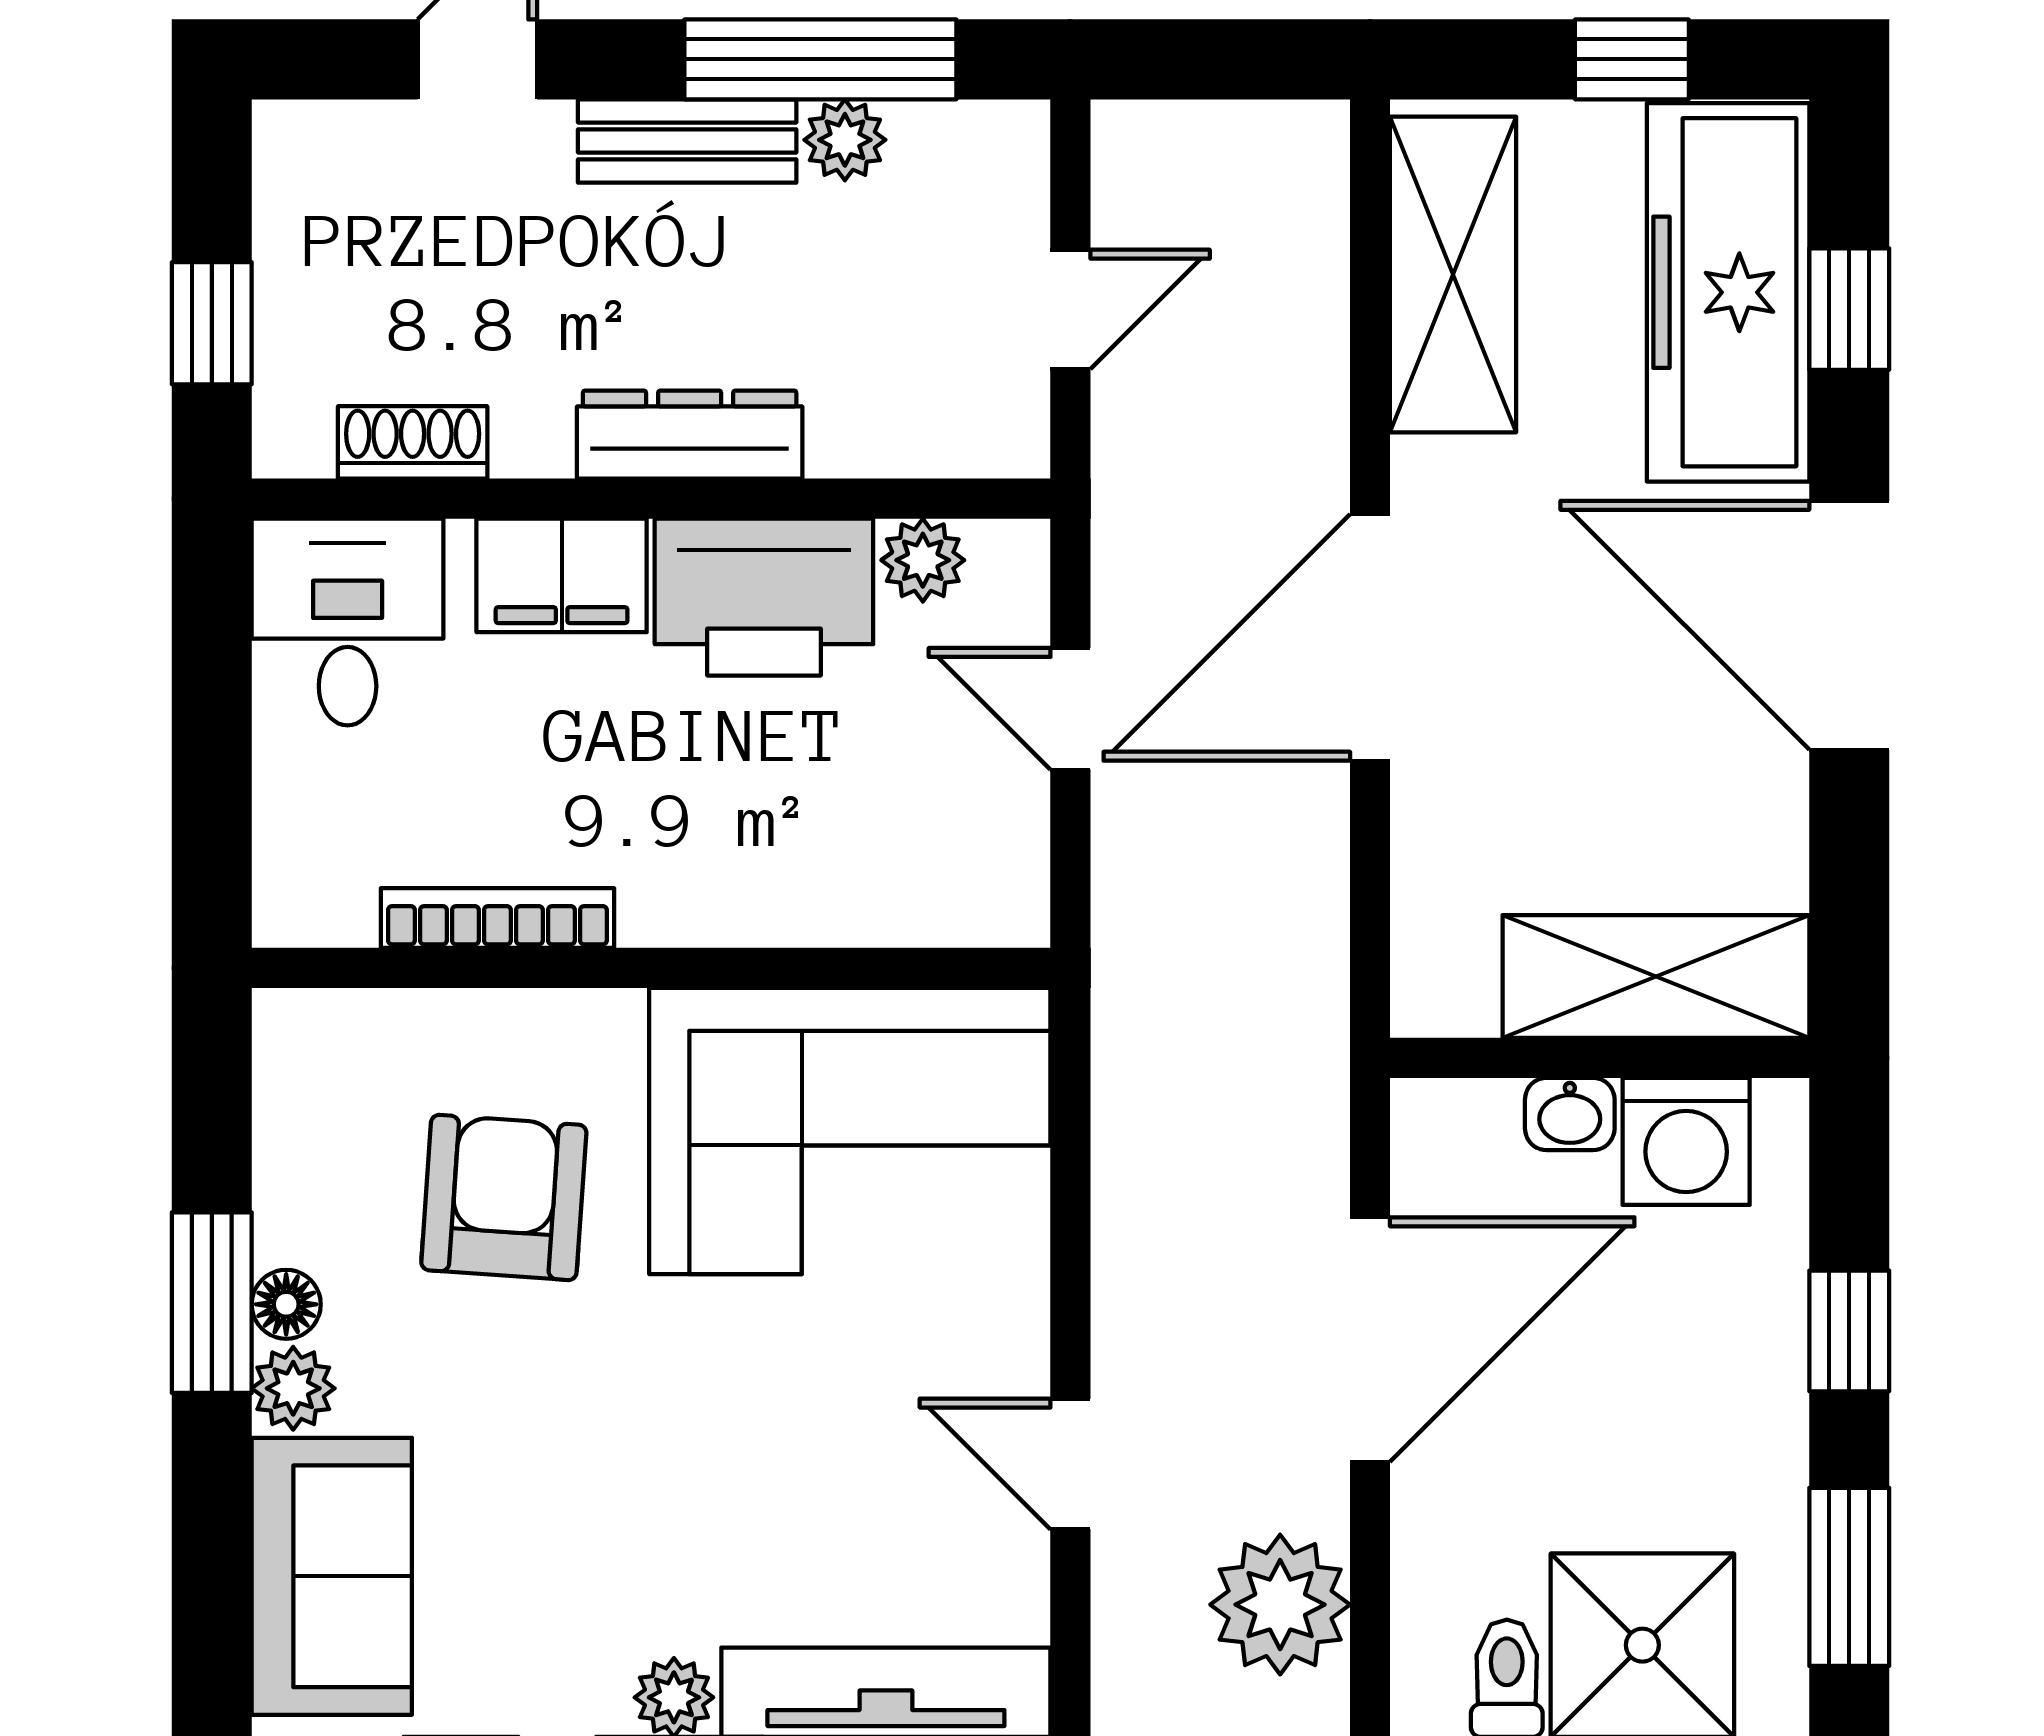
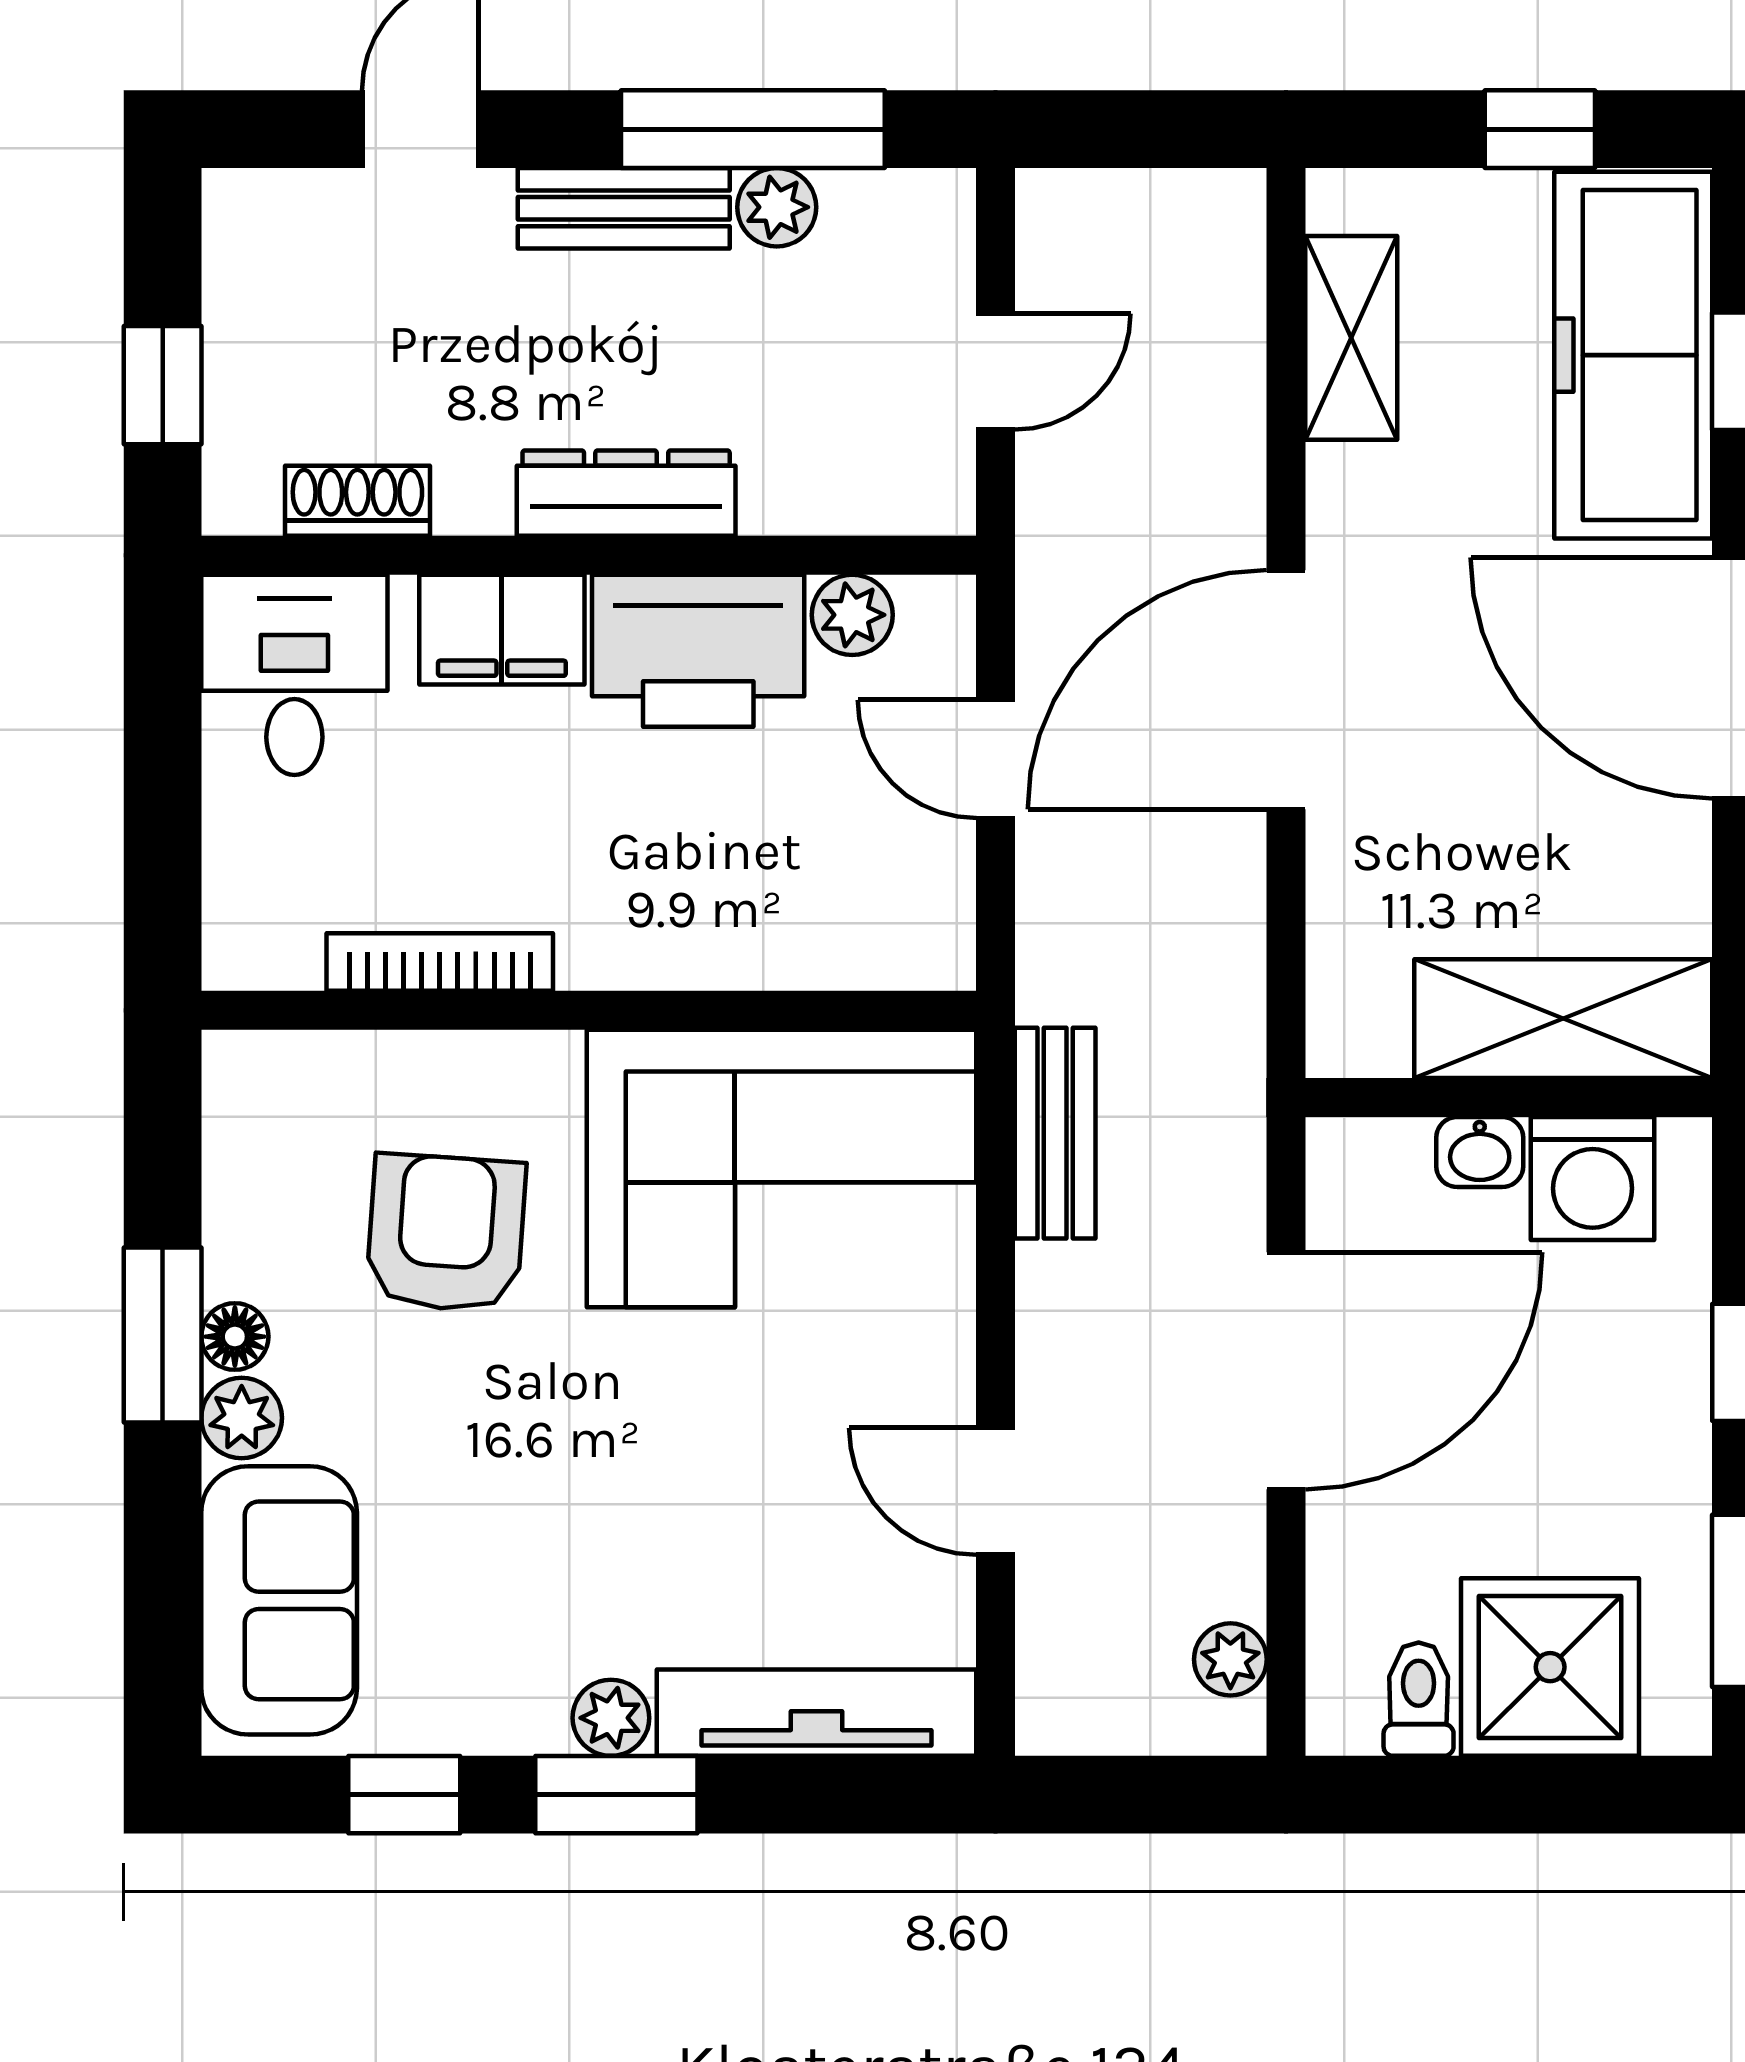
shelving: (1453, 274) -> (1351, 338), width x0.67, depth x0.75
bench: (1132, 1094) -> (1055, 1133), added
plant: (1280, 1605) -> (1230, 1659), width x0.53, depth x0.53

